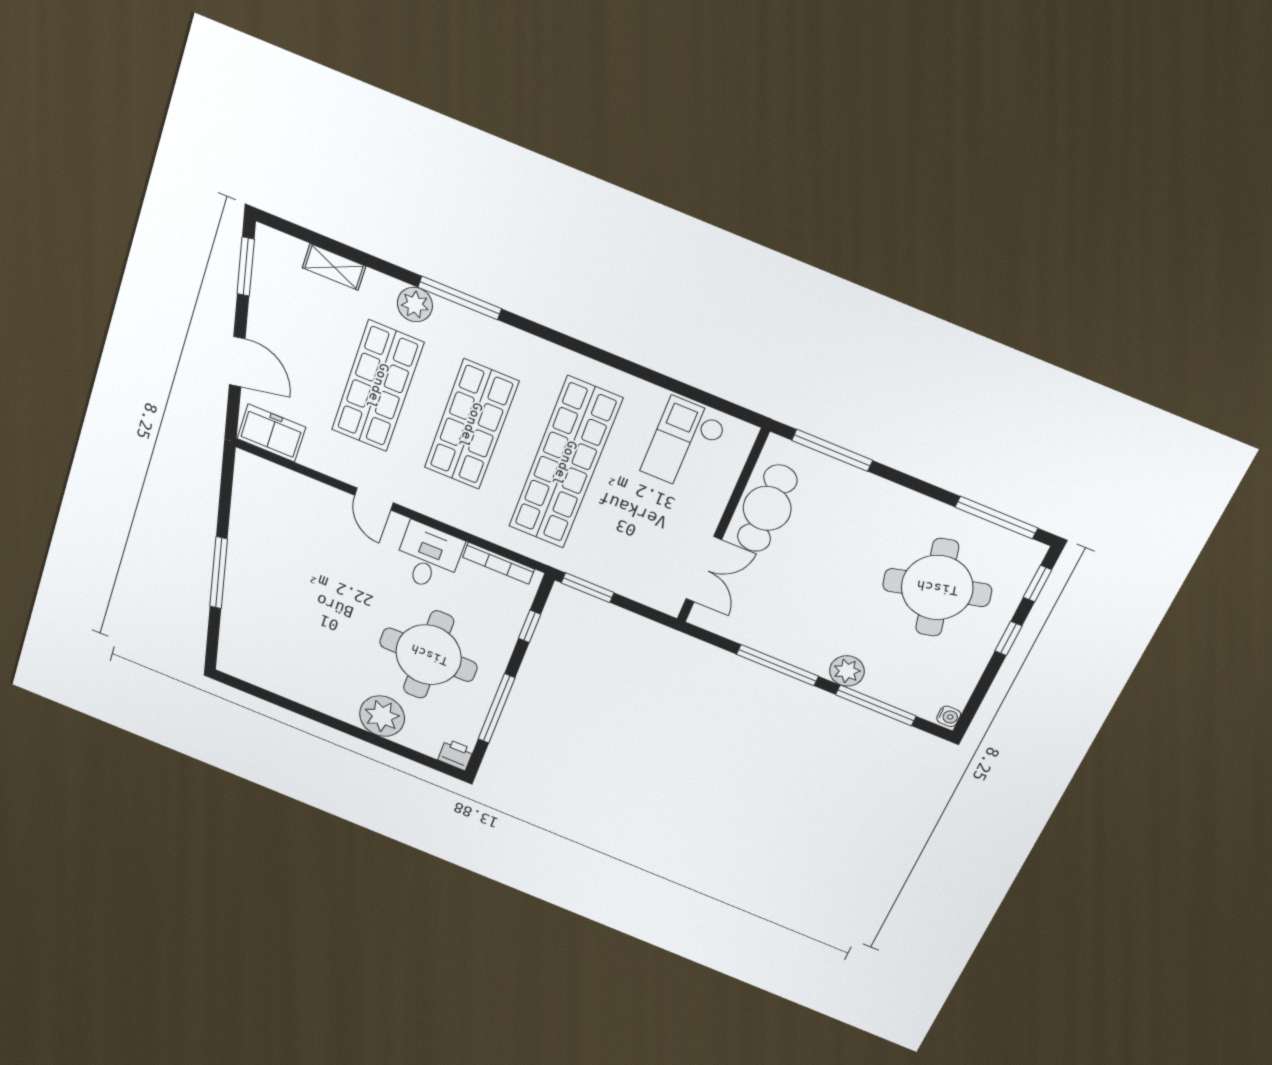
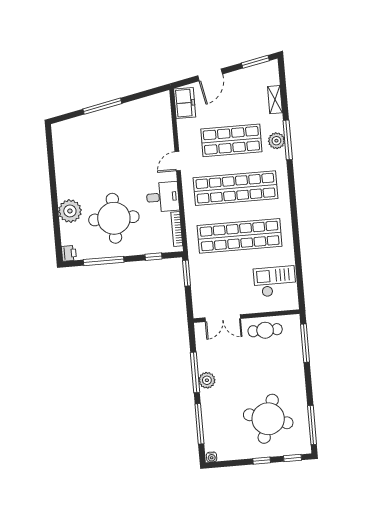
window: (460, 298) -> (288, 140), moved
shop shelf: (471, 425) -> (235, 188), width x1.40
cafe table: (767, 508) -> (265, 330), width x0.73, depth x0.74
round table: (937, 588) -> (268, 419), turned 31
plant: (847, 671) -> (207, 380), moved

